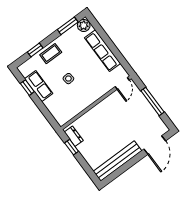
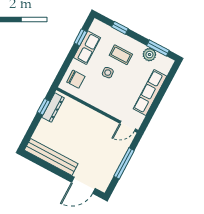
plant: (84, 25) -> (149, 55), moved
coffee table: (51, 54) -> (121, 55), moved
chair: (61, 109) -> (76, 79), added
dresser: (74, 136) -> (53, 108), width x1.44

